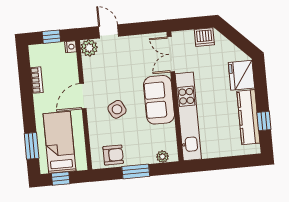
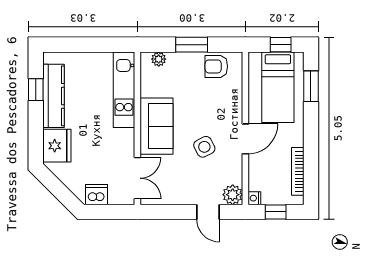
bookcase: (37, 80) -> (298, 171), width x1.56
side table: (117, 109) -> (204, 147), moved
kitchen unit: (188, 116) -> (124, 90), width x0.73

